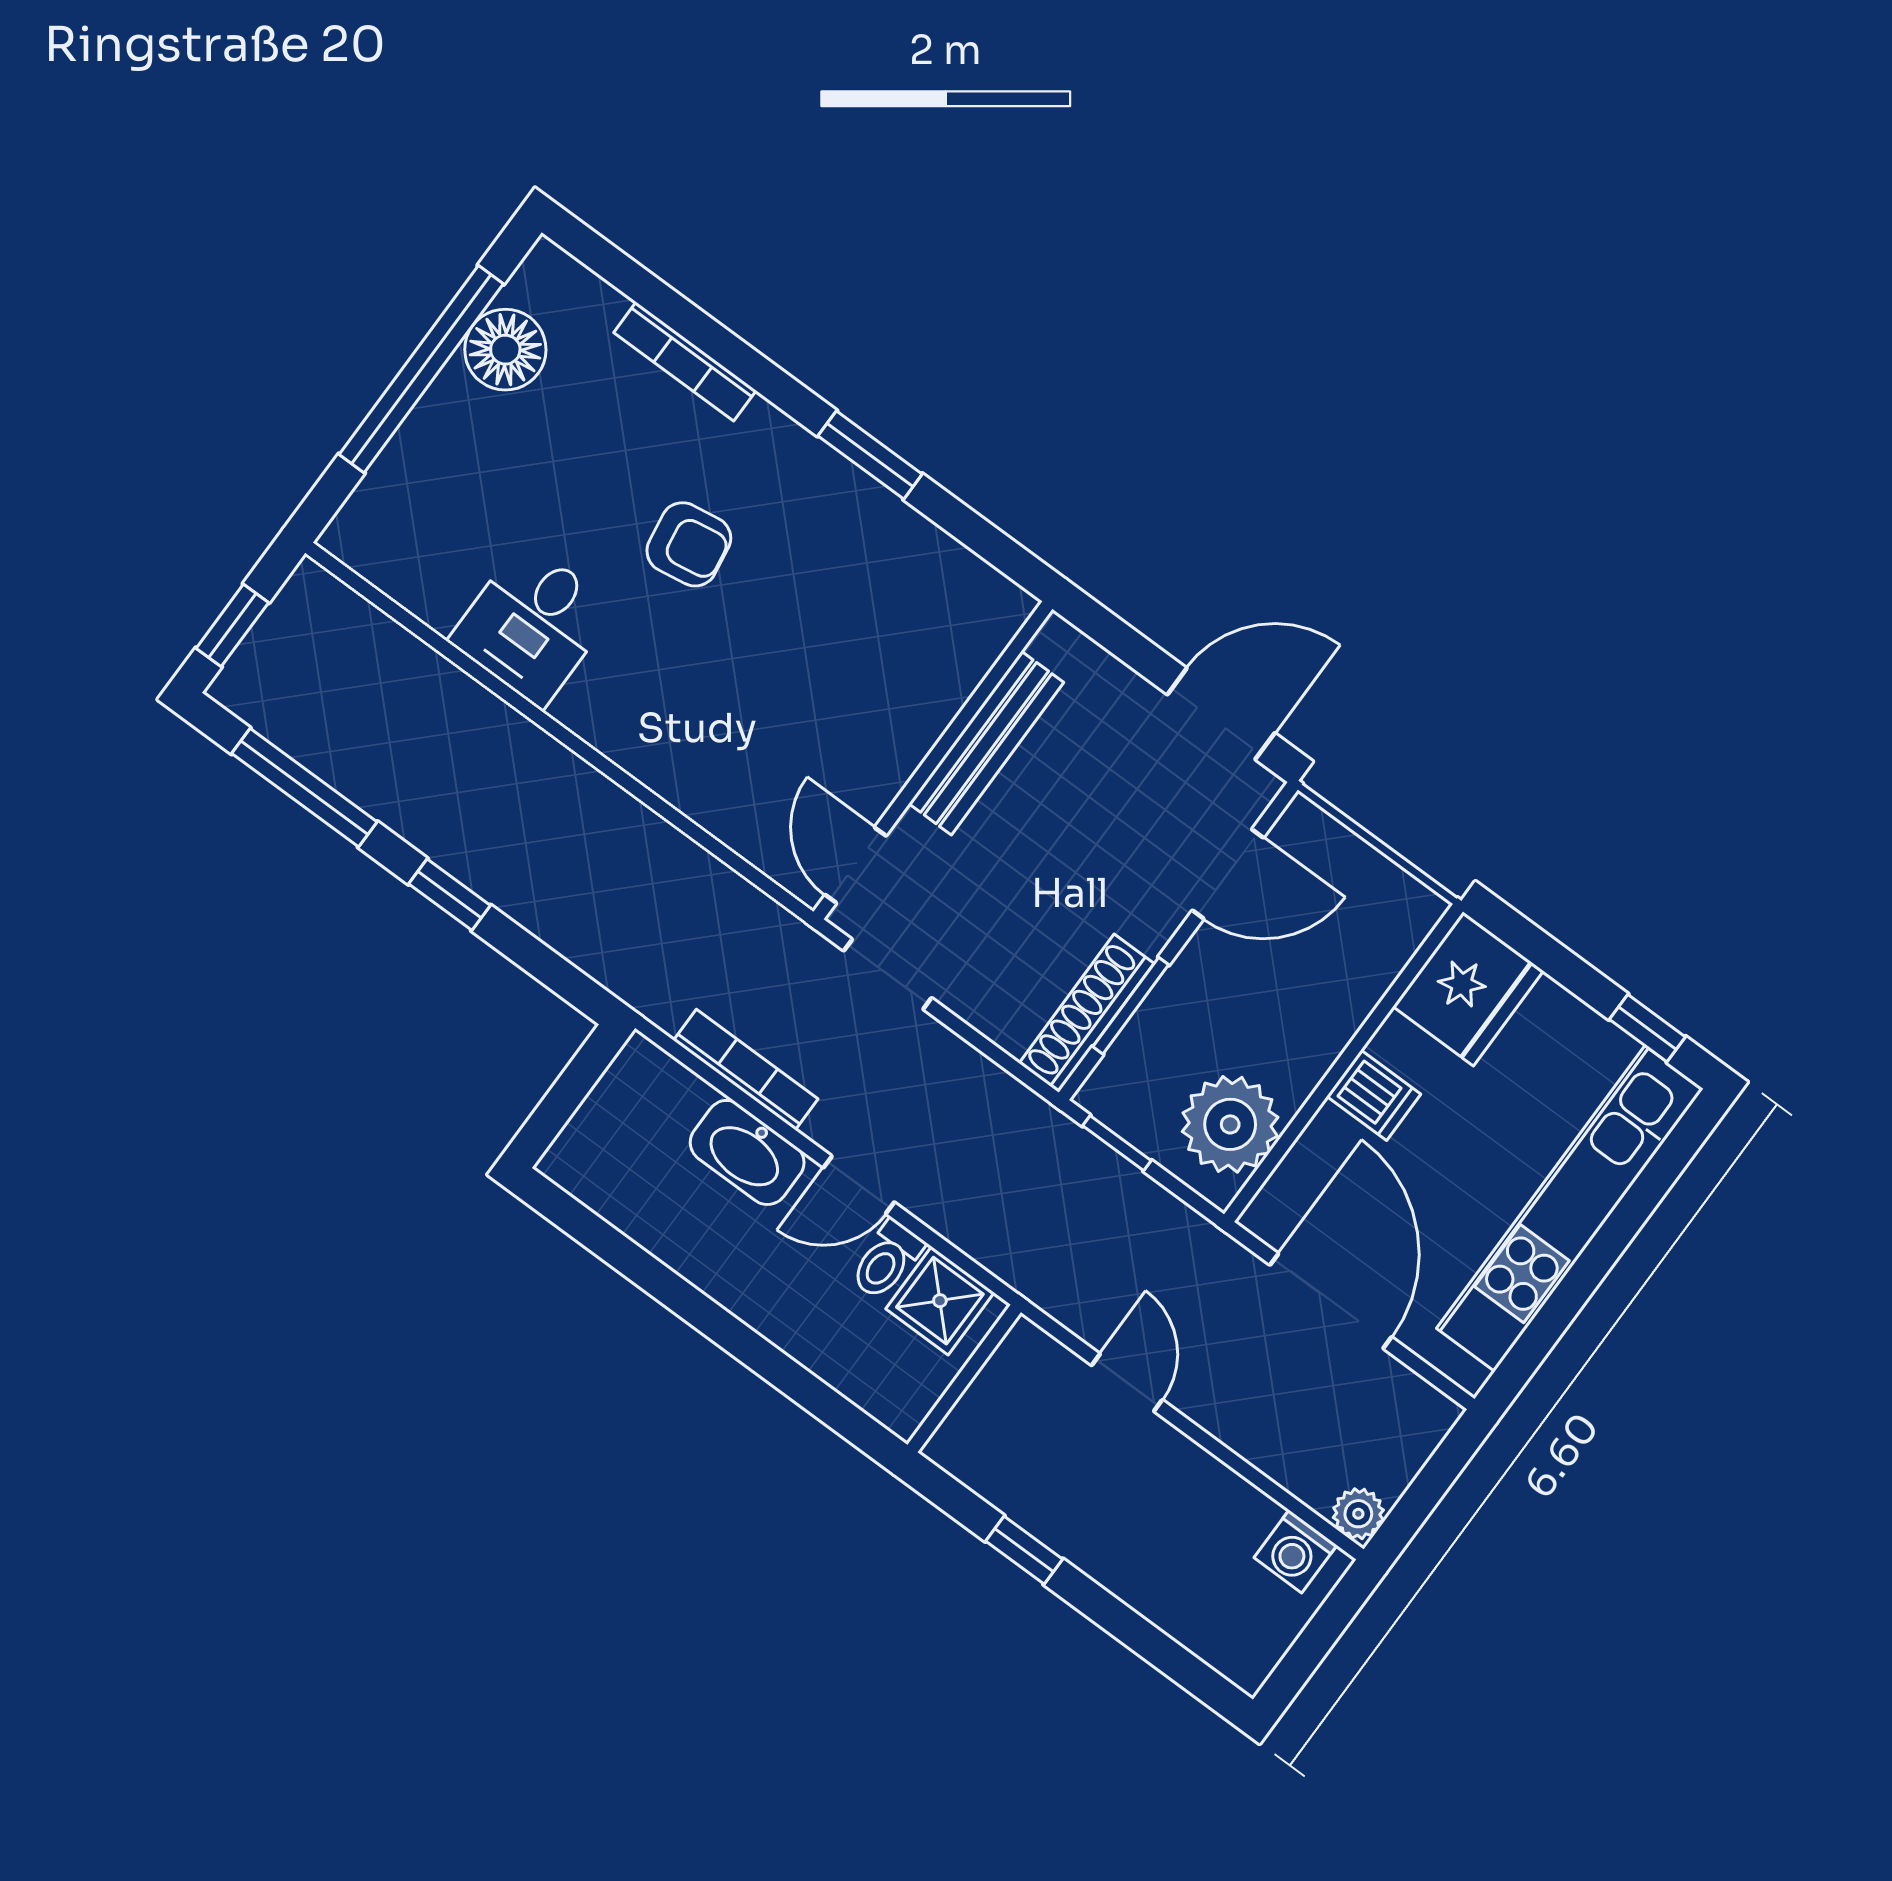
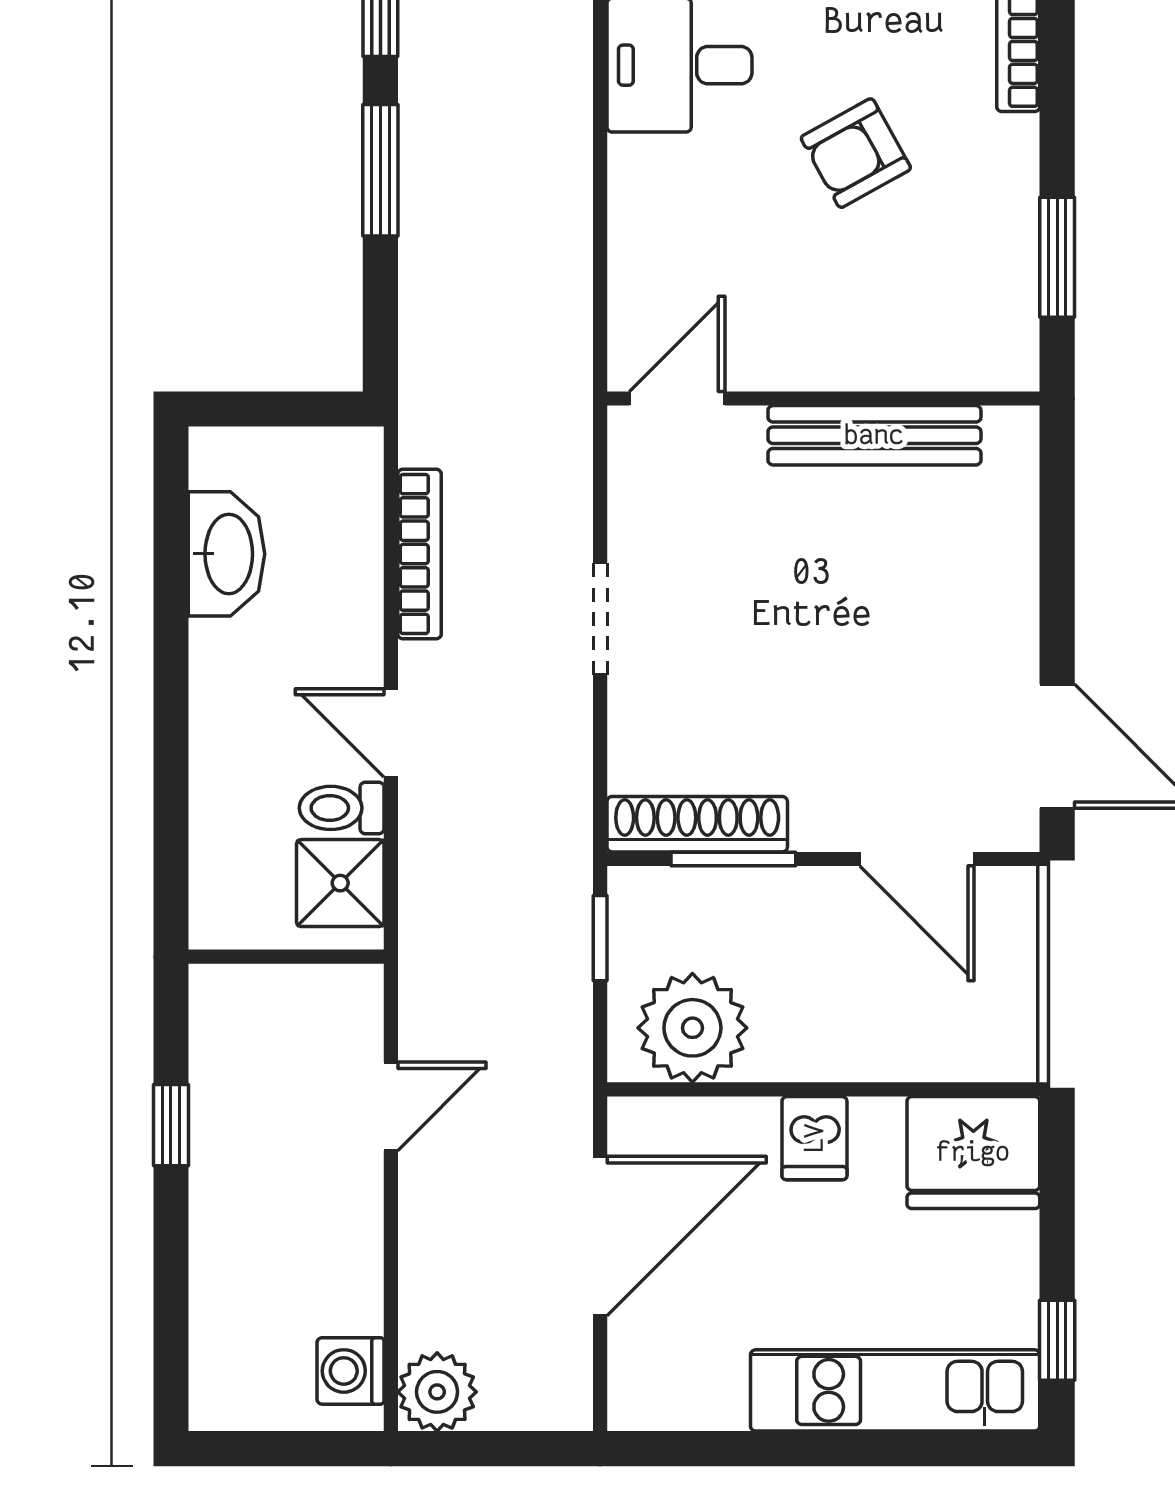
armchair: (689, 544) -> (856, 153), turned 70
bench: (986, 743) -> (874, 435), moved
wall: (933, 760) -> (823, 398), moved
door: (856, 865) -> (677, 398), moved
window: (450, 895) -> (380, 170), width x1.50
washbasin: (747, 1152) -> (227, 554), moved, turned 180
kitchen unit: (1570, 1209) -> (895, 1390), width x0.73
plant: (1358, 1514) -> (437, 1392), width x1.38, depth x1.38

